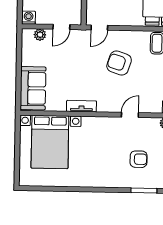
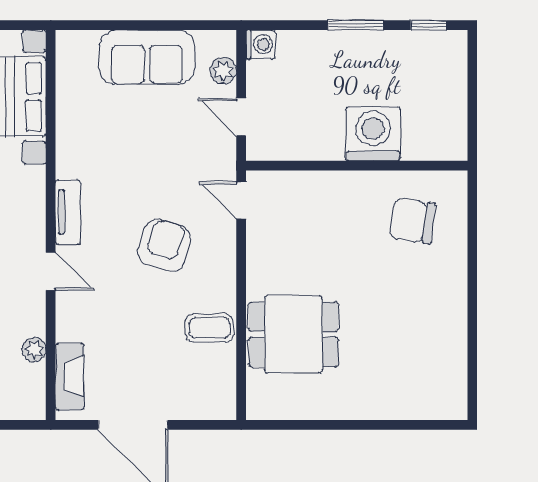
sofa: (33, 88) -> (147, 57), moved
tv unit: (81, 106) -> (68, 212), moved

